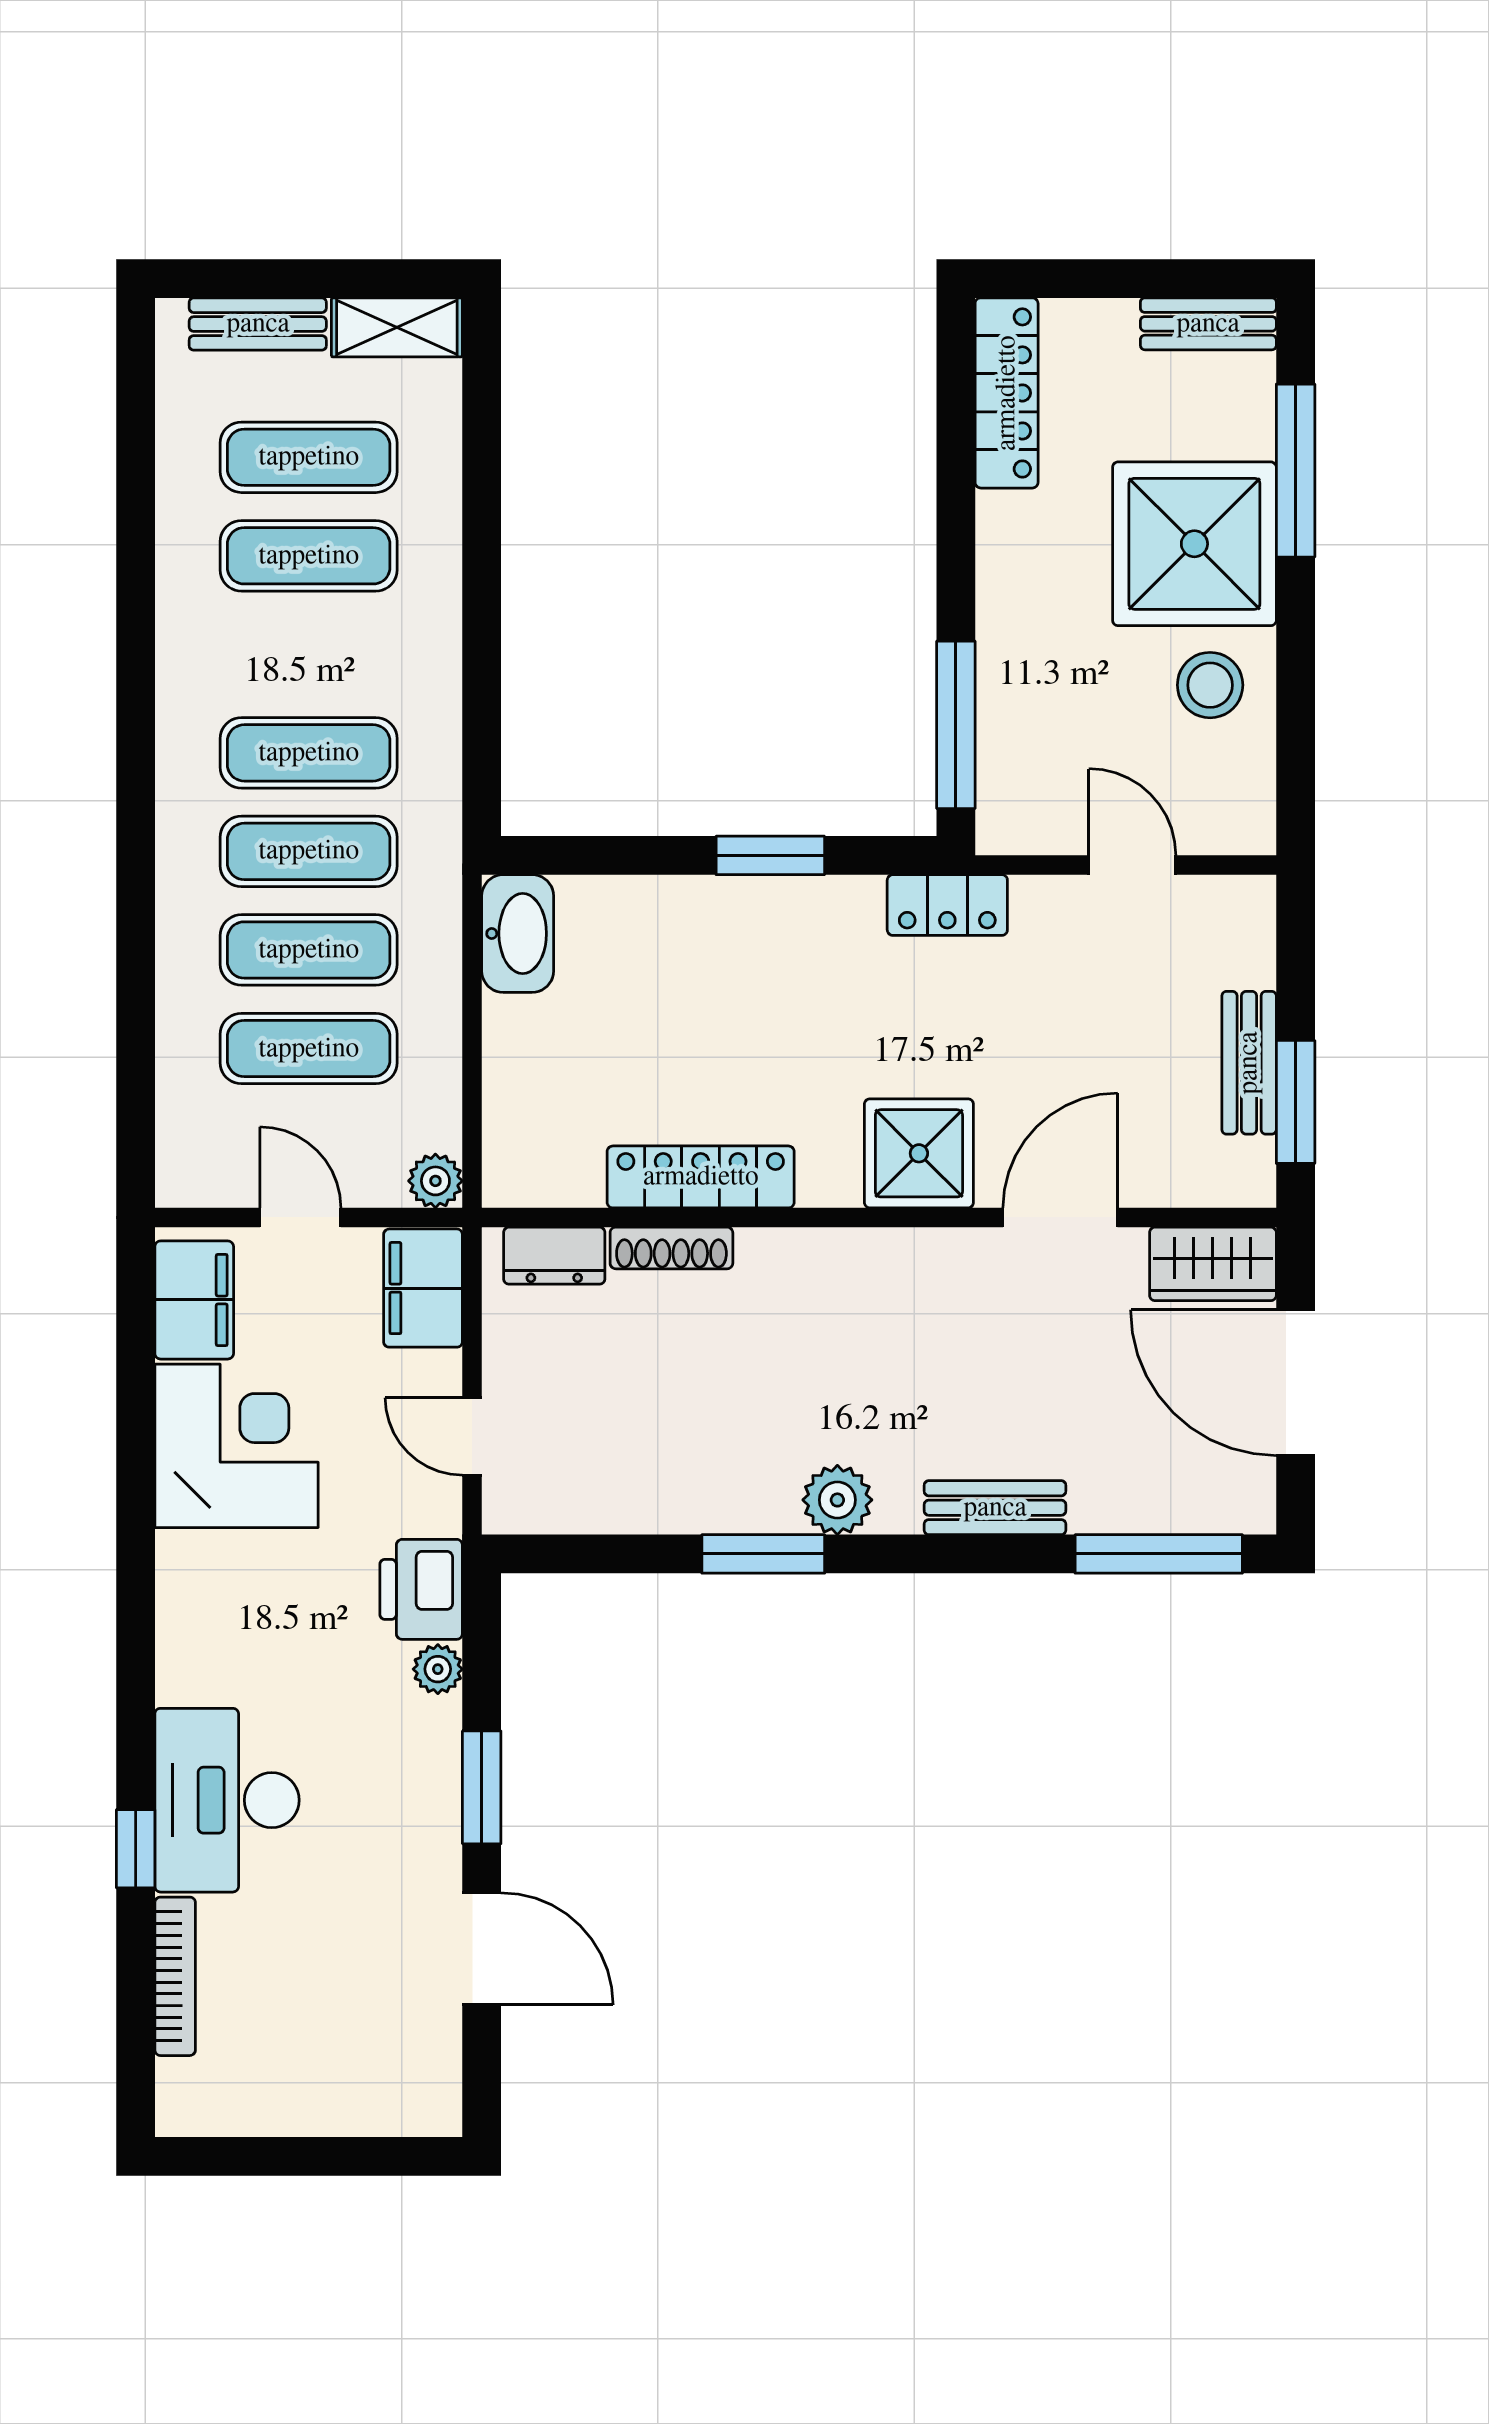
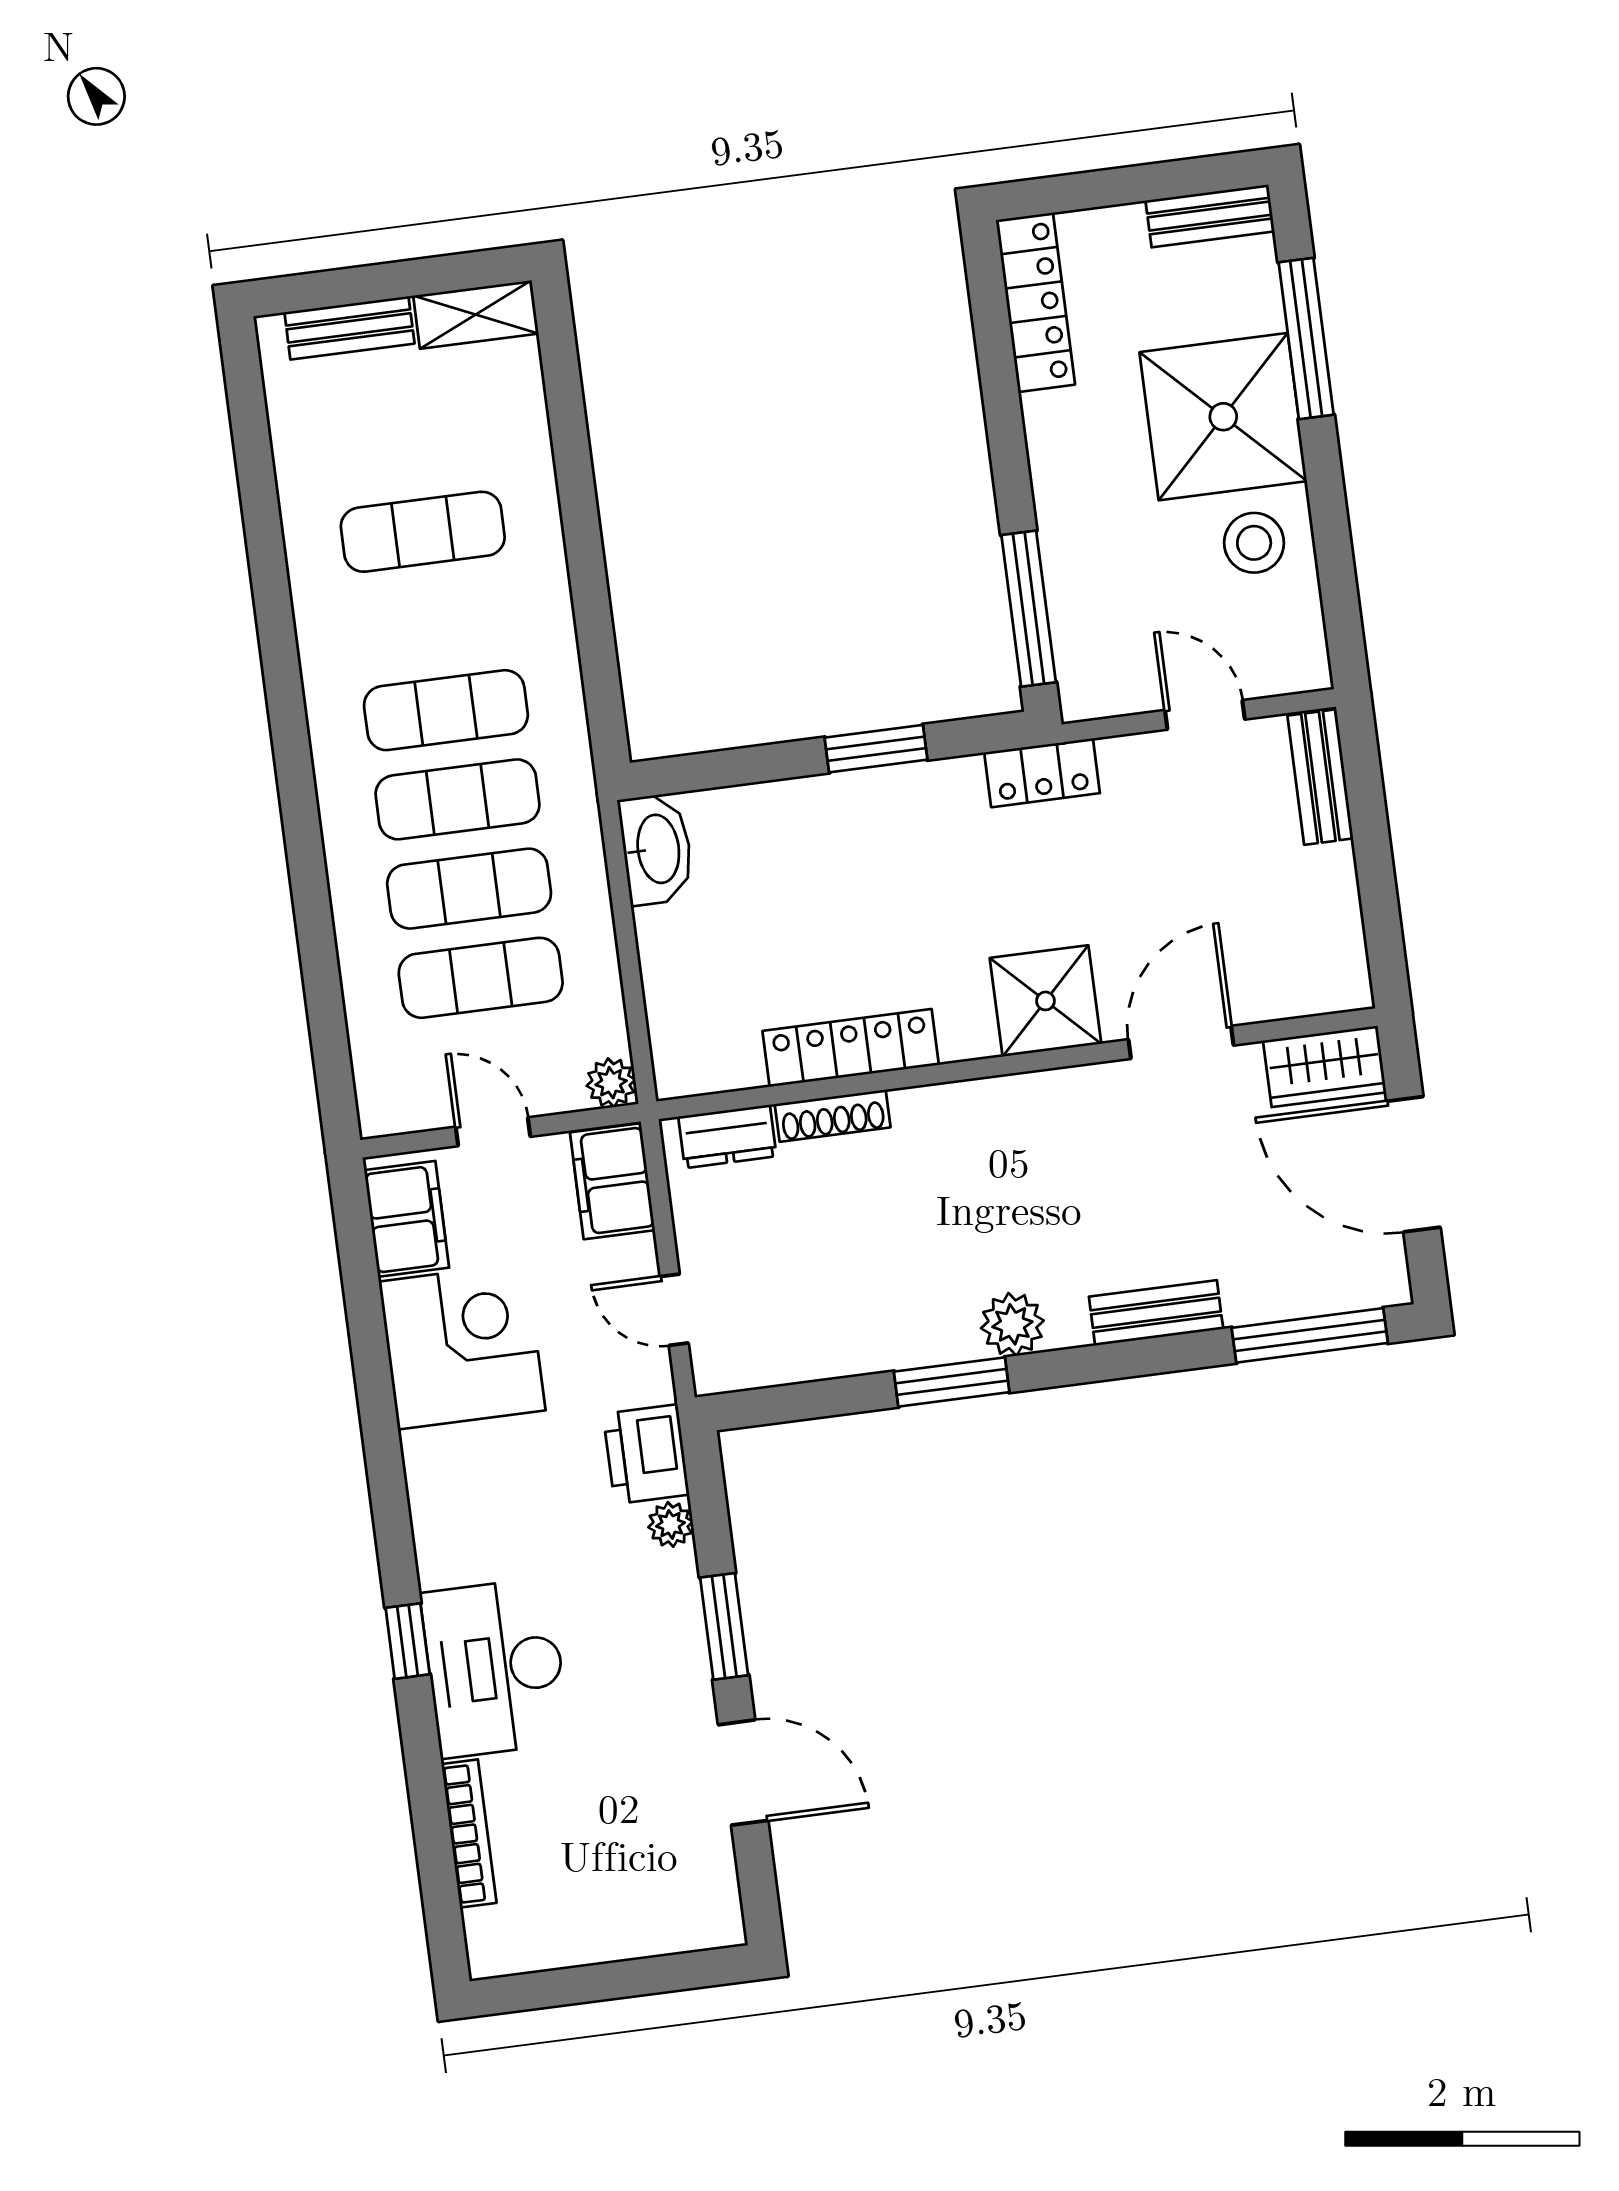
exercise mat: (309, 457) -> (411, 443), removed
bench: (1249, 1063) -> (1320, 777), moved
window: (1296, 1102) -> (1380, 910), removed
window: (136, 1849) -> (408, 1641), moved

